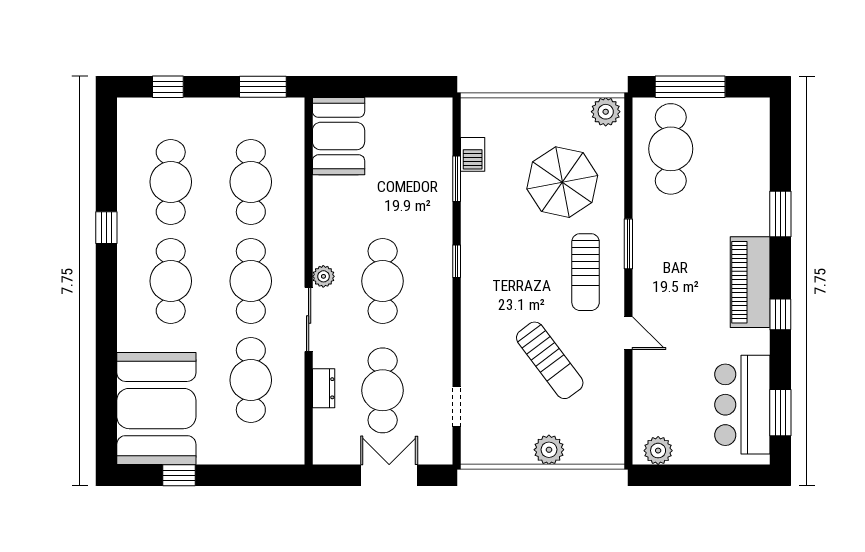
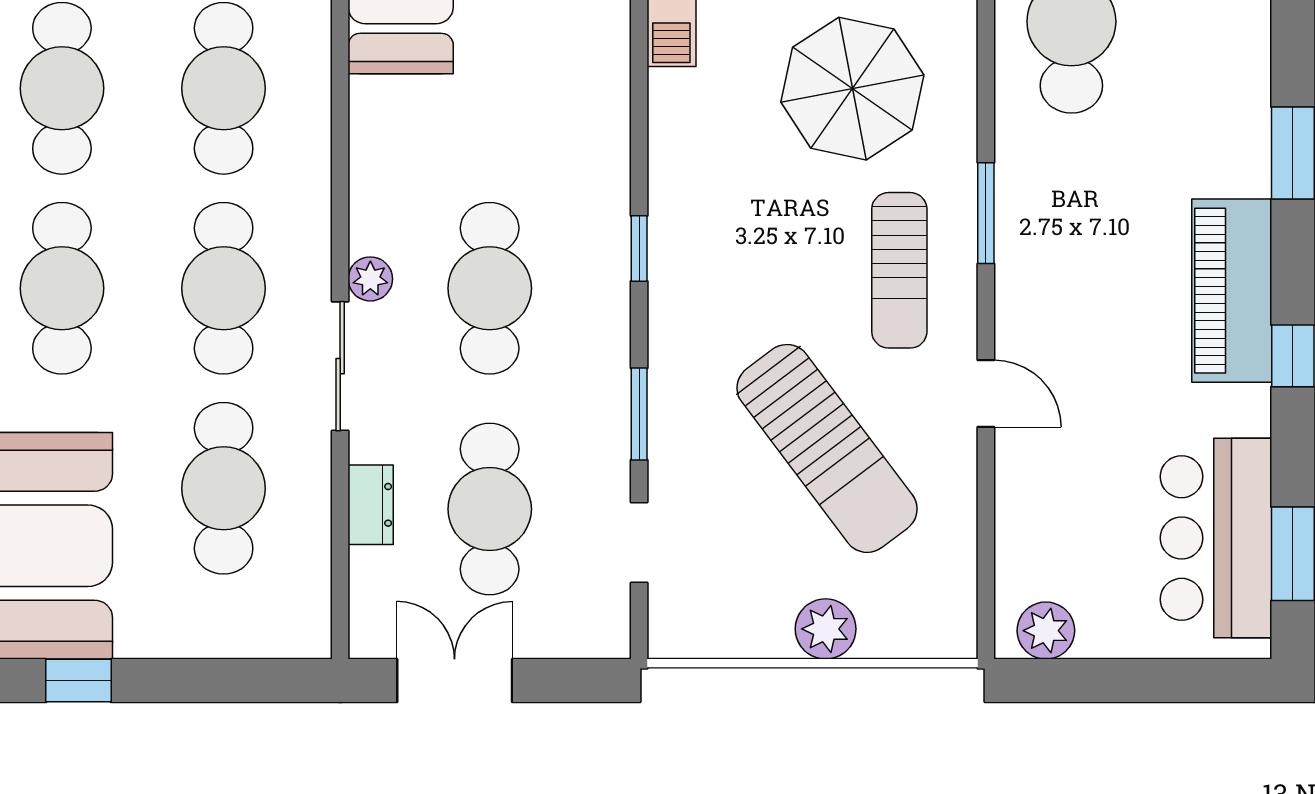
window: (457, 179) -> (639, 414), moved
sun lounger: (550, 360) -> (827, 448), width x1.36, depth x1.34
double door: (389, 475) -> (455, 681), moved

